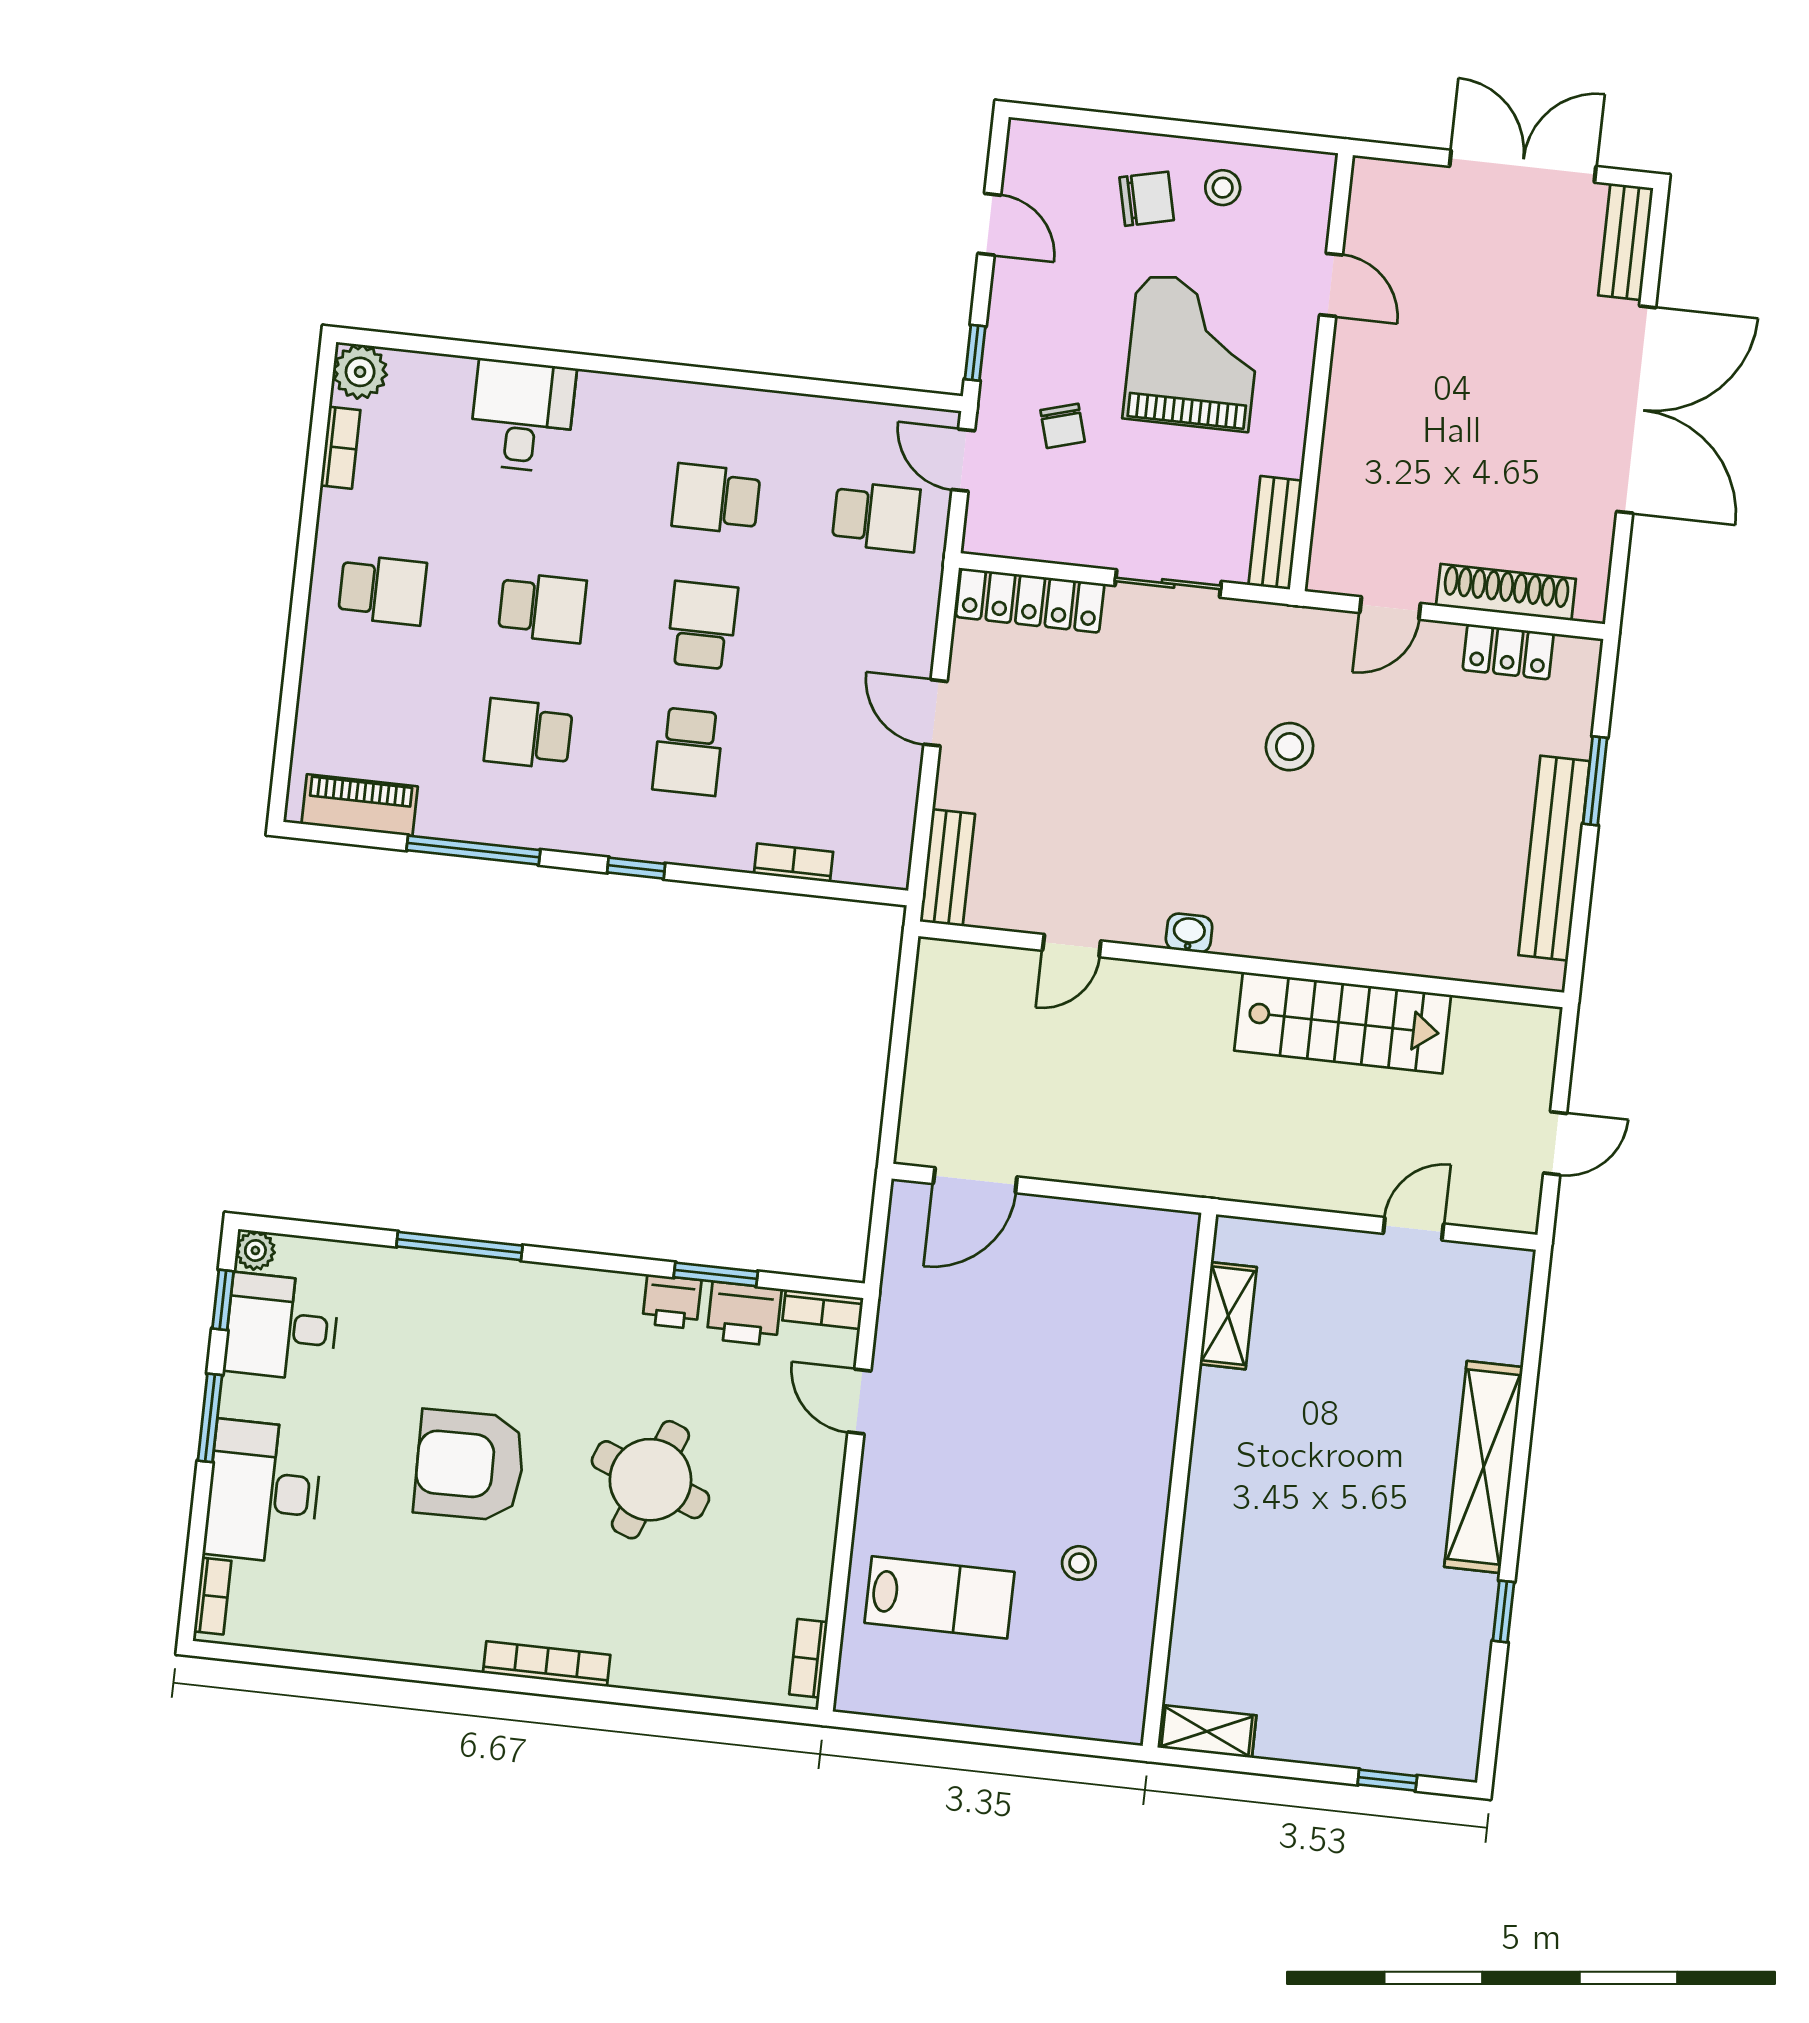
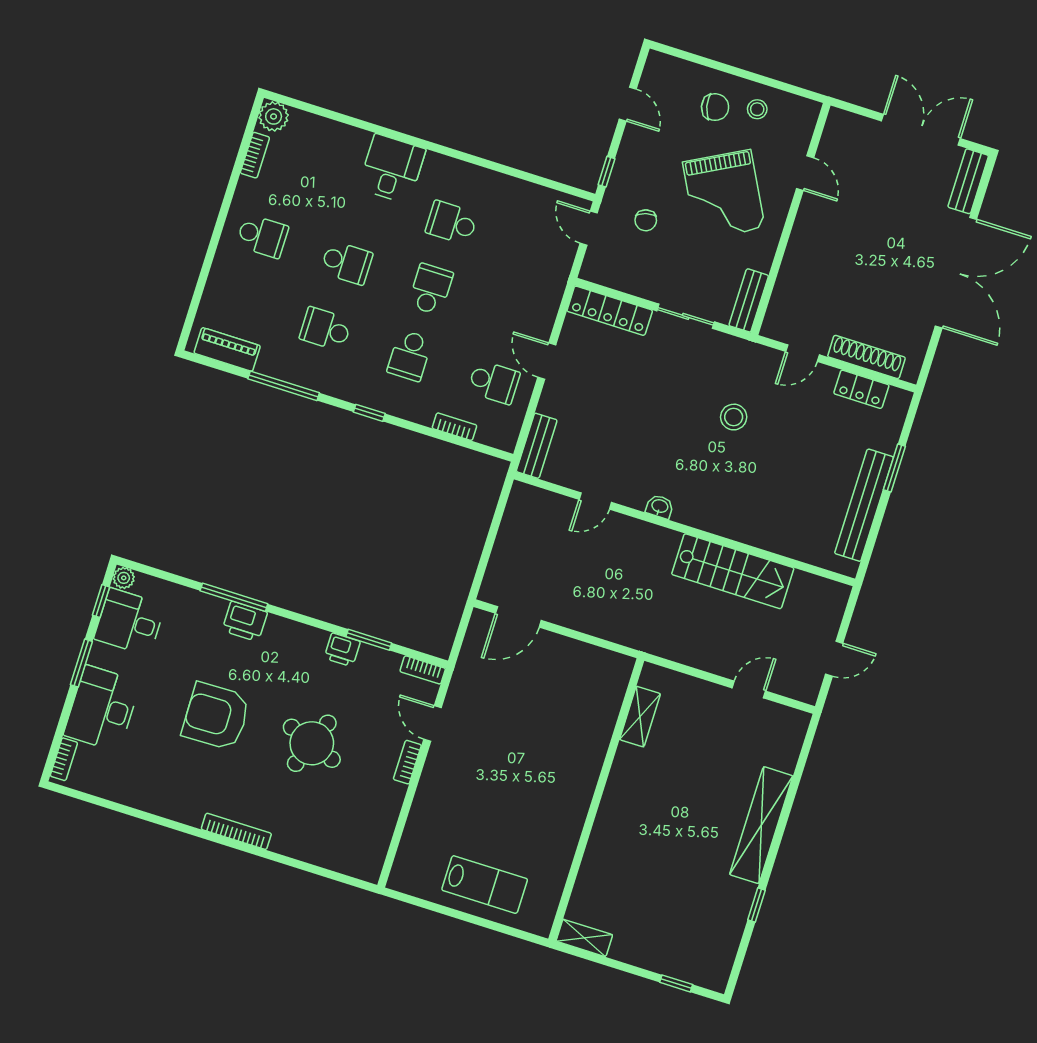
grand piano: (1193, 353) -> (724, 195), turned 152
desk: (522, 416) -> (392, 169), moved
school desk: (876, 517) -> (494, 382), moved
printer: (744, 1314) -> (245, 621), moved
stool: (1079, 1563) -> (533, 834), removed
lab bench: (939, 1597) -> (485, 885), moved
bookcase: (808, 1658) -> (407, 762), moved

